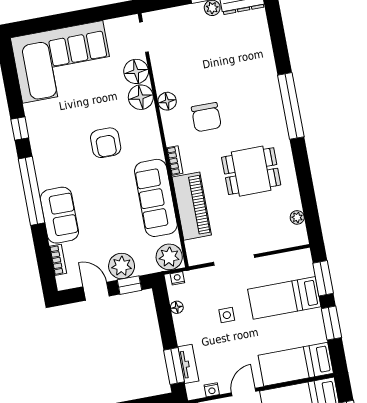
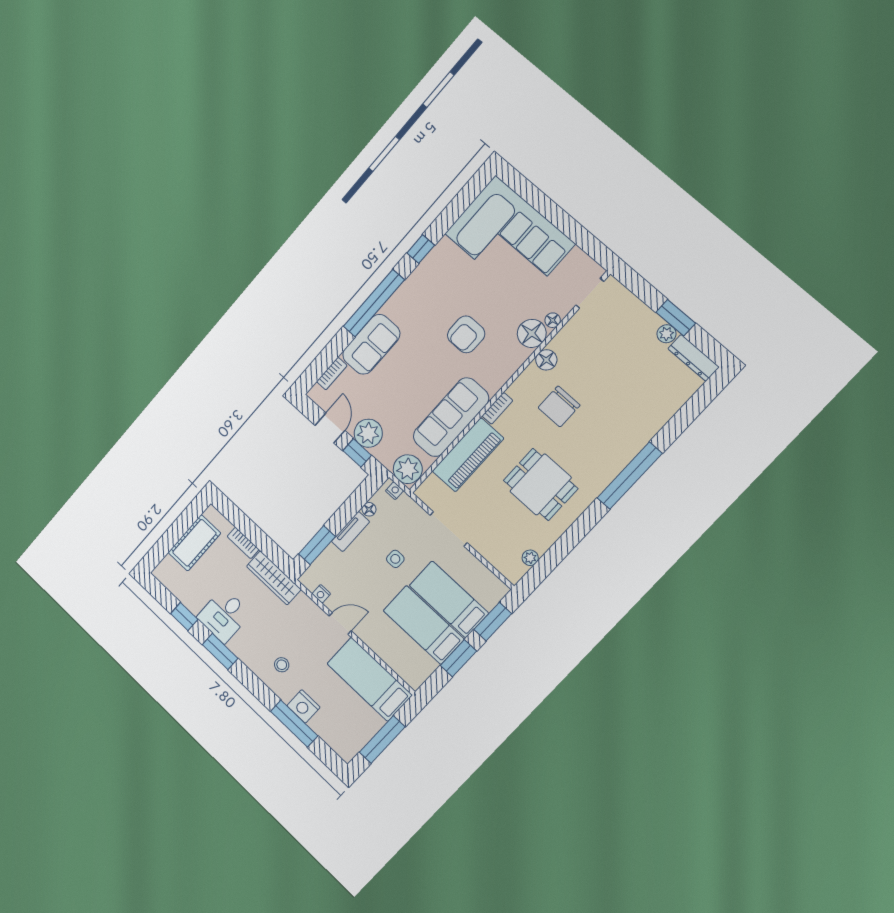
floor lamp: (136, 71) -> (553, 320), width x0.53, depth x0.53
tv unit: (188, 364) -> (350, 532), moved
bed: (296, 364) -> (424, 625), moved

